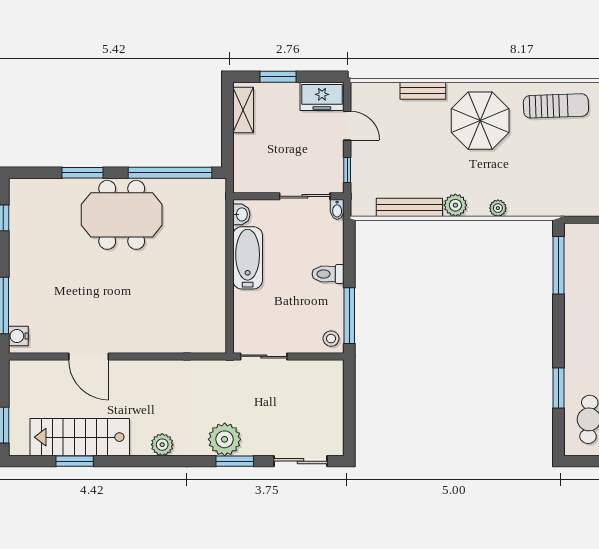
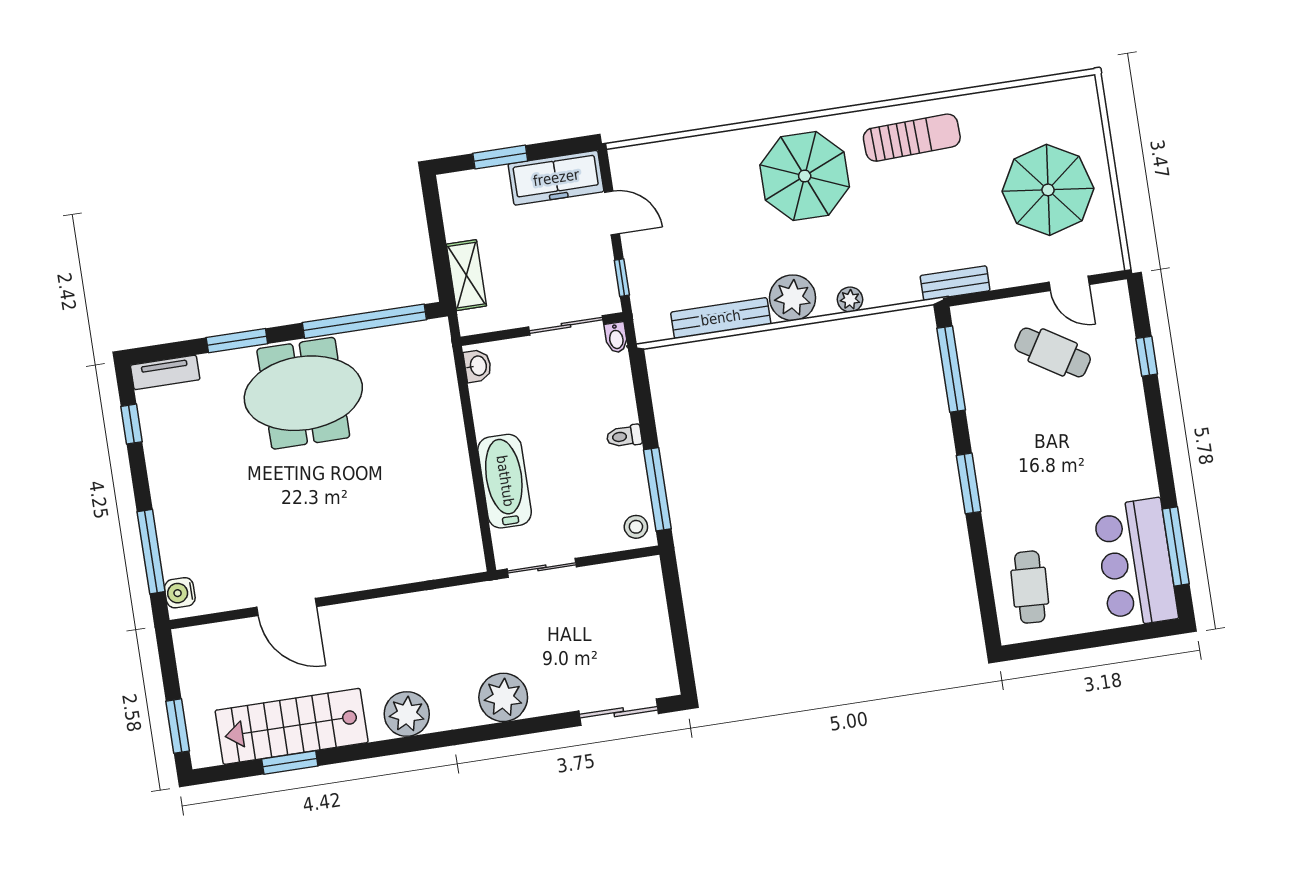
bench: (423, 91) -> (955, 283), moved
freezer: (322, 96) -> (556, 178), width x1.40
shelving: (243, 110) -> (466, 275), moved
tv unit: (31, 187) -> (165, 372), added
plant: (455, 205) -> (793, 298), width x1.36, depth x1.36
bathtub: (248, 258) -> (505, 481), moved
toilet: (328, 274) -> (624, 436), width x0.73, depth x0.72
window: (559, 388) -> (969, 483), moved
plant: (162, 445) -> (407, 714), width x1.36, depth x1.36
window: (235, 461) -> (523, 727), removed

